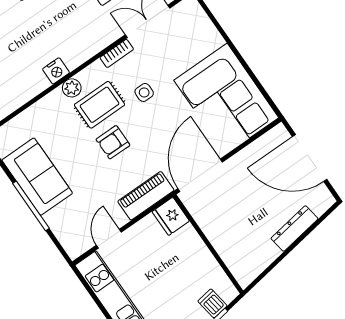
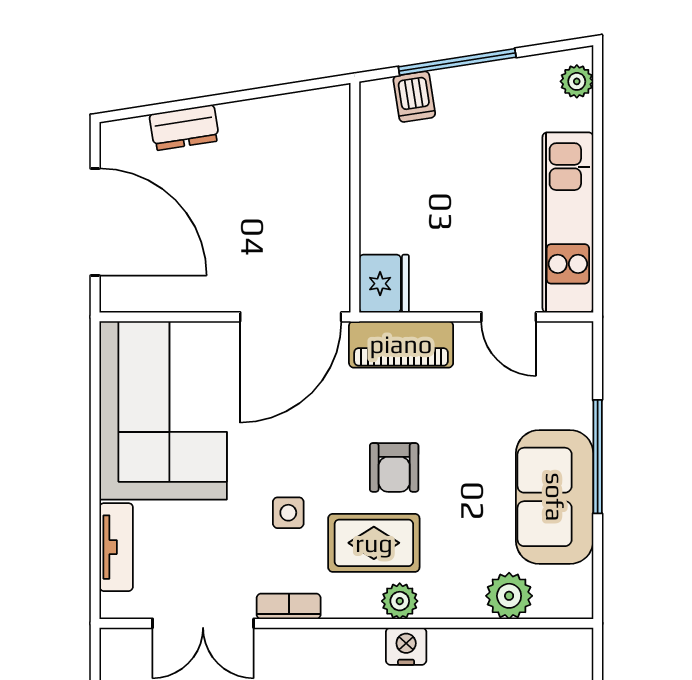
tv unit: (206, 28) -> (116, 547), added
plant: (28, 122) -> (509, 596), added
armchair: (113, 142) -> (394, 467), turned 90
dresser: (294, 229) -> (184, 128), width x0.70
door: (109, 239) -> (509, 317), hinge flipped

